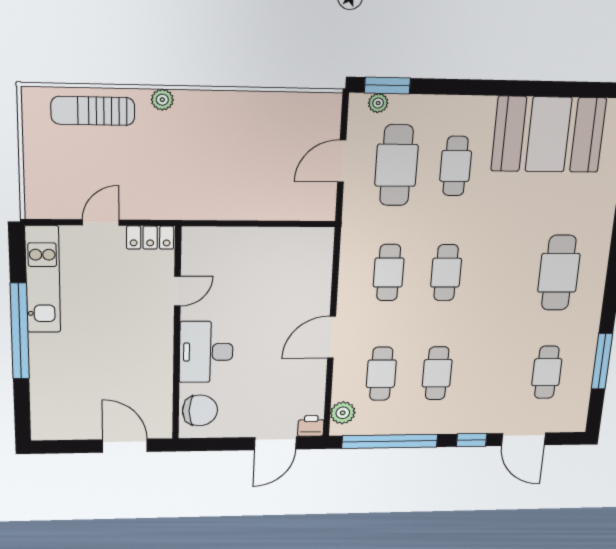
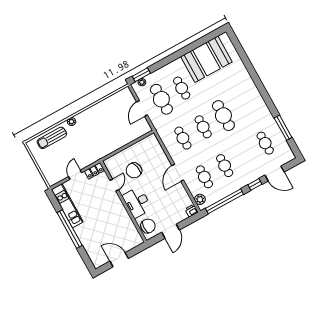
cafe table: (559, 273) -> (223, 116), moved
chair: (240, 283) -> (134, 170), added
door: (275, 443) -> (171, 231), moved
door: (125, 446) -> (119, 260), moved

